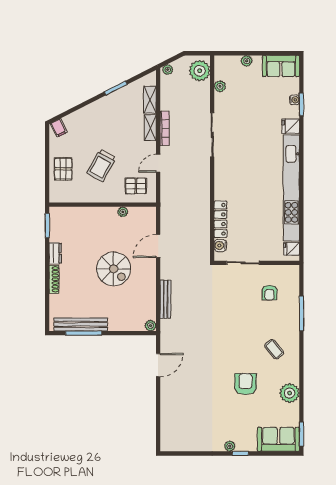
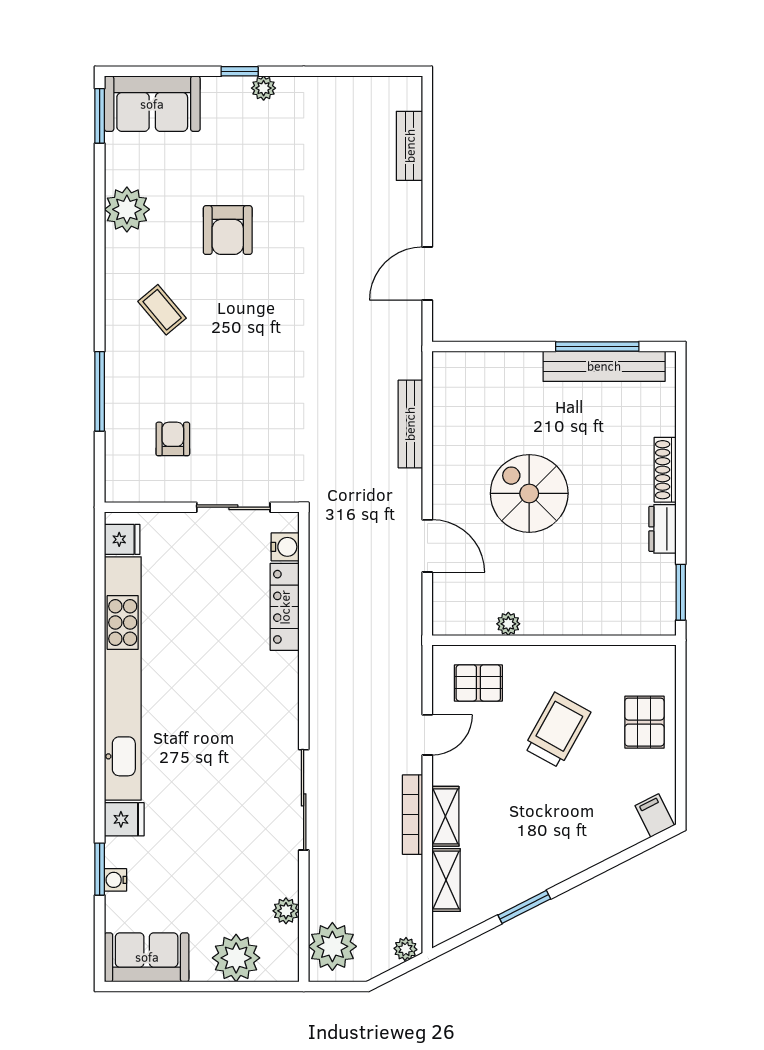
plant: (247, 61) -> (236, 958), width x1.88, depth x1.88
door: (158, 246) -> (427, 546), hinge flipped
plant: (151, 326) -> (445, 364), removed
bench: (166, 421) -> (410, 146), added

